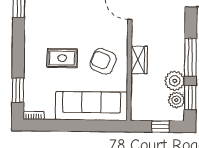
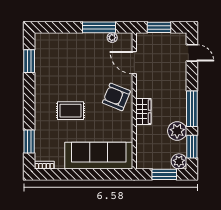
armchair: (103, 61) -> (116, 97), moved
plant: (176, 100) -> (179, 161), moved
window: (161, 126) -> (164, 174), width x1.50

